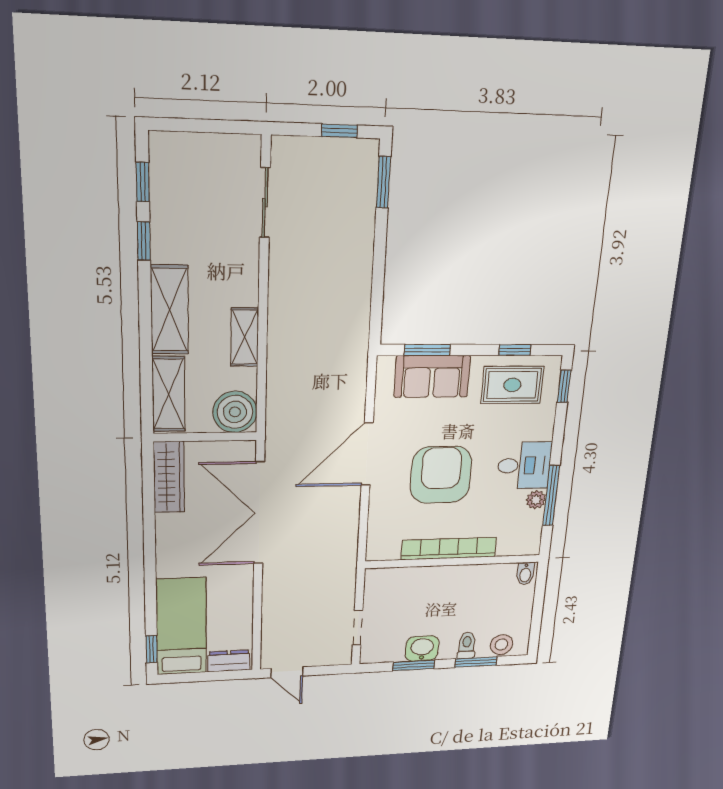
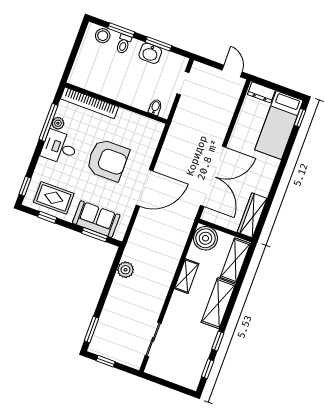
plant: (356, 310) -> (125, 270), added
armchair: (441, 475) -> (108, 160), turned -90
bookcase: (449, 549) -> (90, 103), moved
bidet: (525, 574) -> (155, 107), moved

